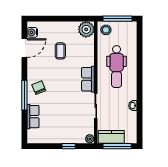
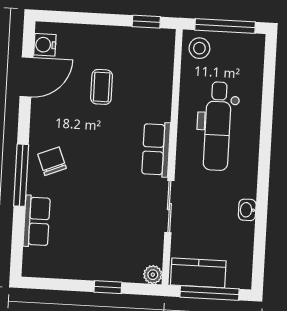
window: (80, 19) -> (146, 22), added
plant: (86, 29) -> (158, 45), removed

